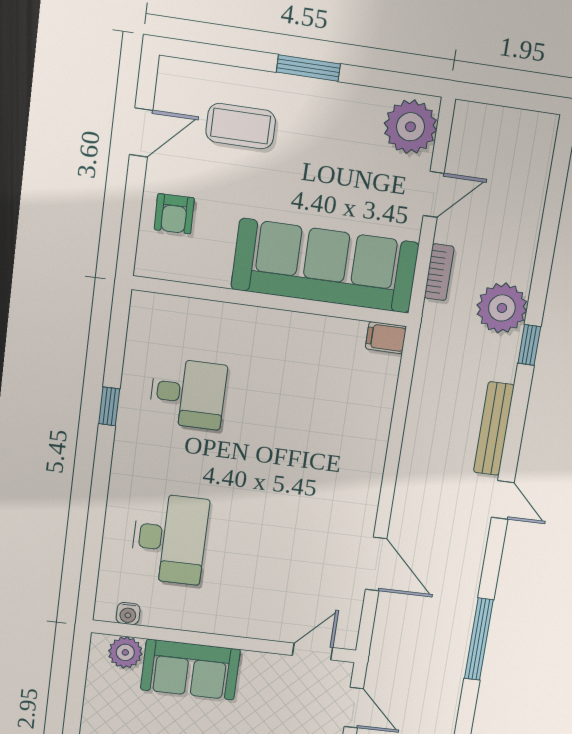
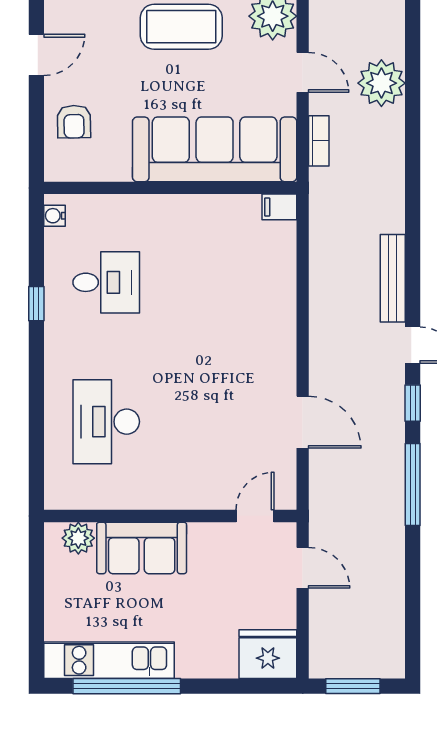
coffee table: (241, 126) -> (181, 27), moved, width x1.36, depth x1.32
door: (434, 194) -> (303, 72), hinge flipped
plant: (502, 308) -> (381, 83), moved
window: (529, 345) -> (413, 403), moved
desk: (169, 539) -> (106, 422), turned 180
water cooler: (128, 614) -> (54, 216), moved, turned 90

